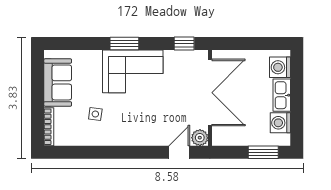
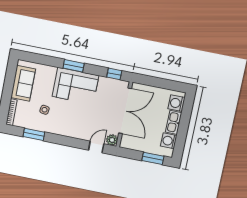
window: (87, 152) -> (34, 134), added

